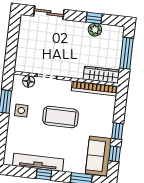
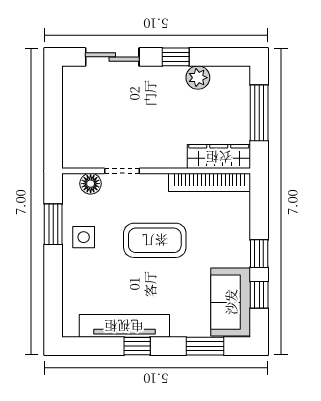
window: (94, 18) -> (176, 57), moved

